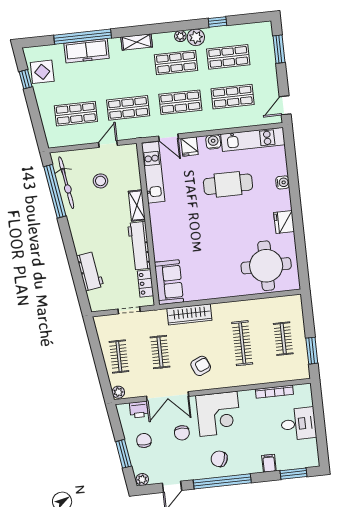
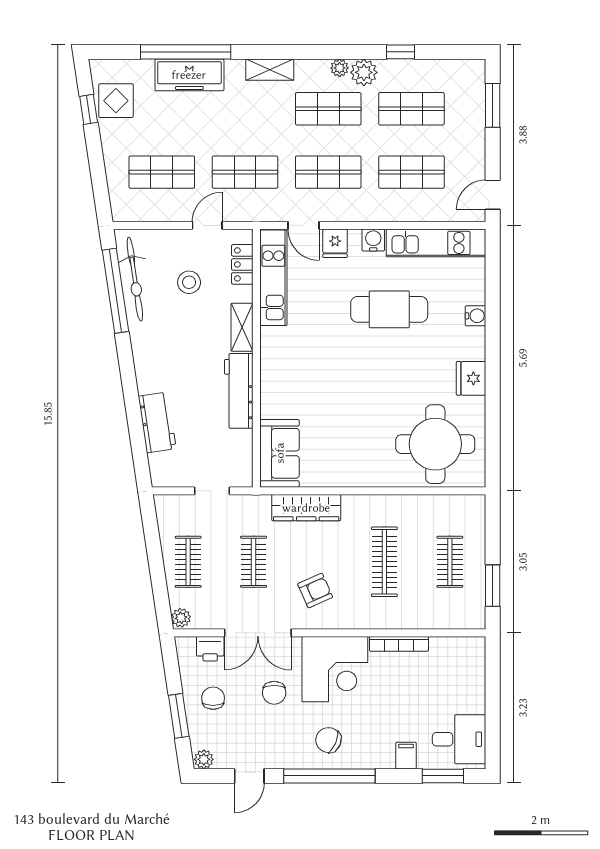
locker: (145, 283) -> (242, 264), moved
bookcase: (274, 392) -> (399, 644), moved
desk: (298, 424) -> (459, 739), moved

